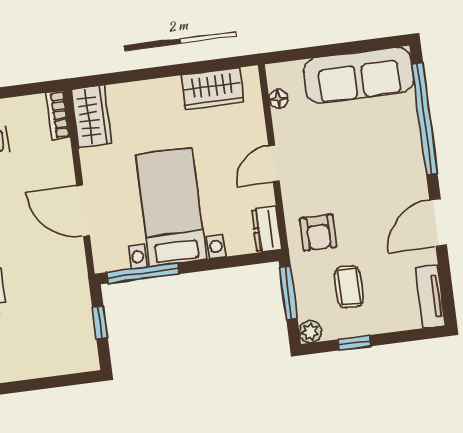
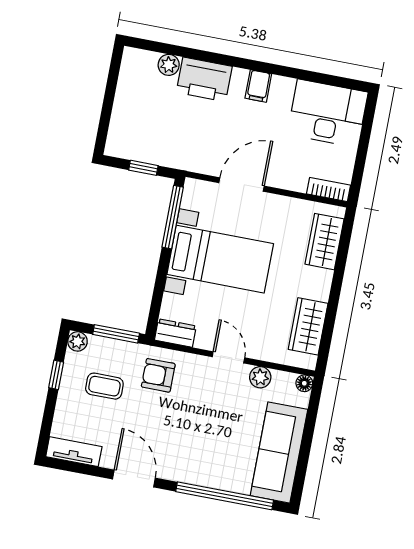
floor lamp: (279, 99) -> (304, 383), moved
wardrobe: (91, 116) -> (325, 242), moved, turned 90
plant: (284, 122) -> (260, 377), added

